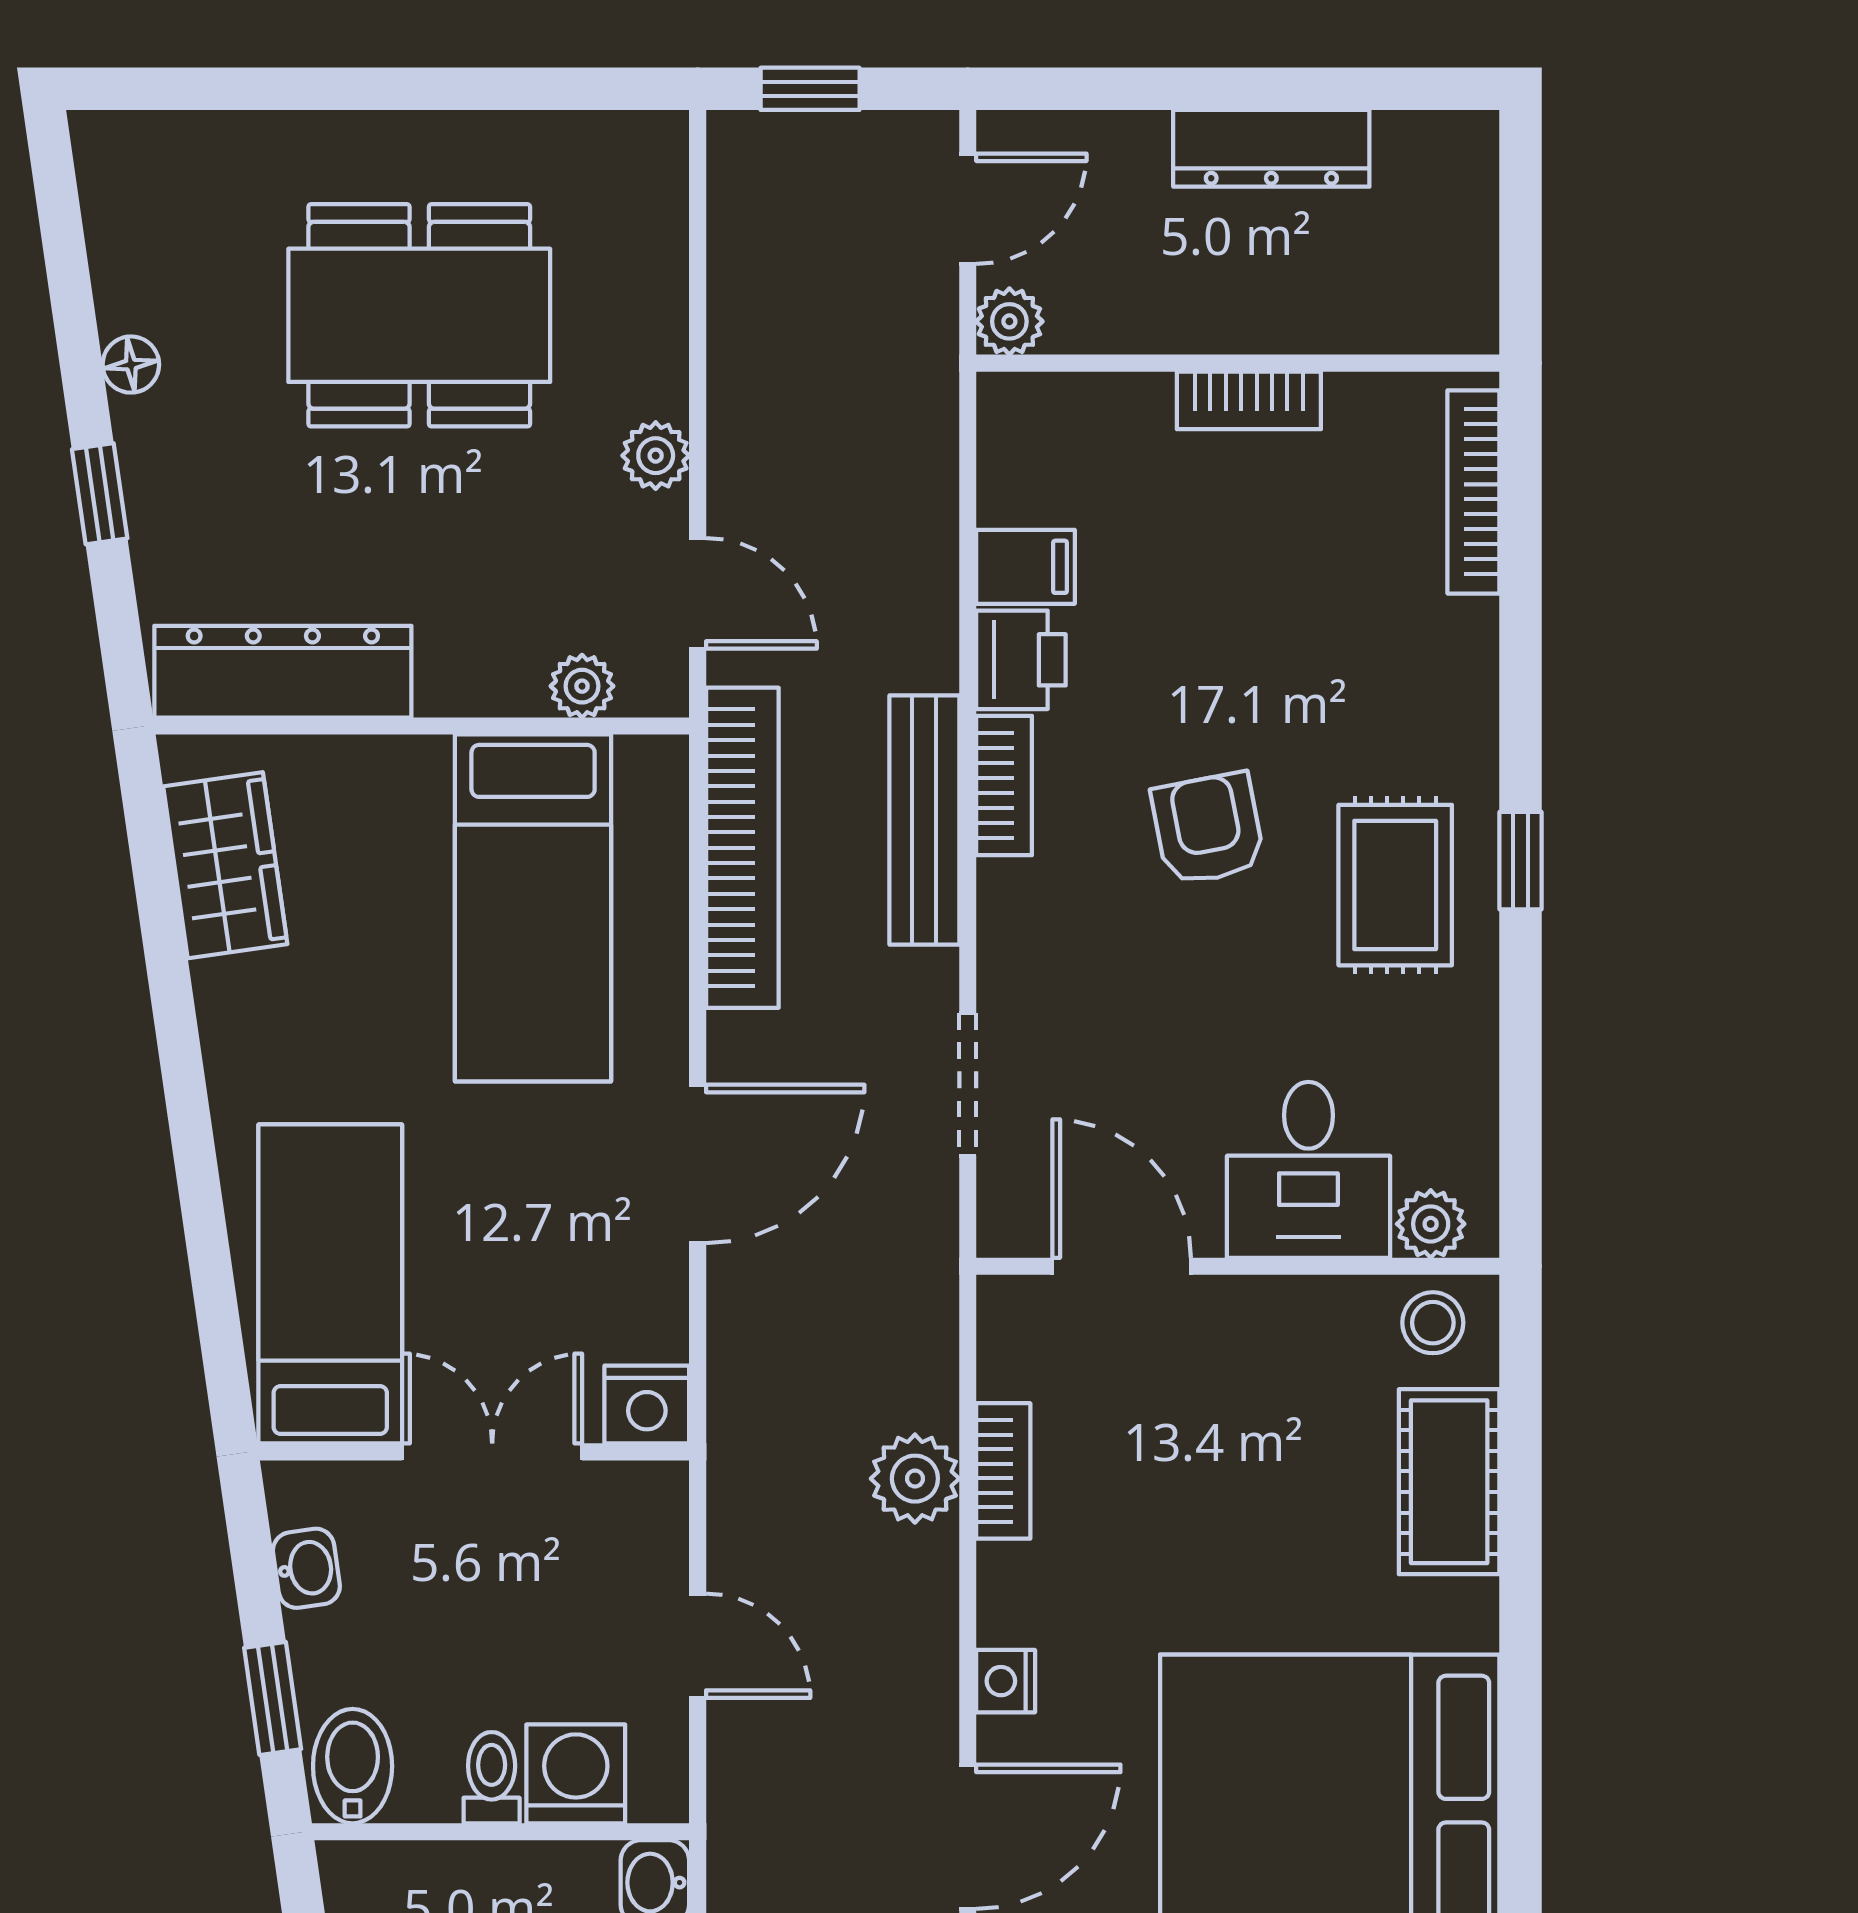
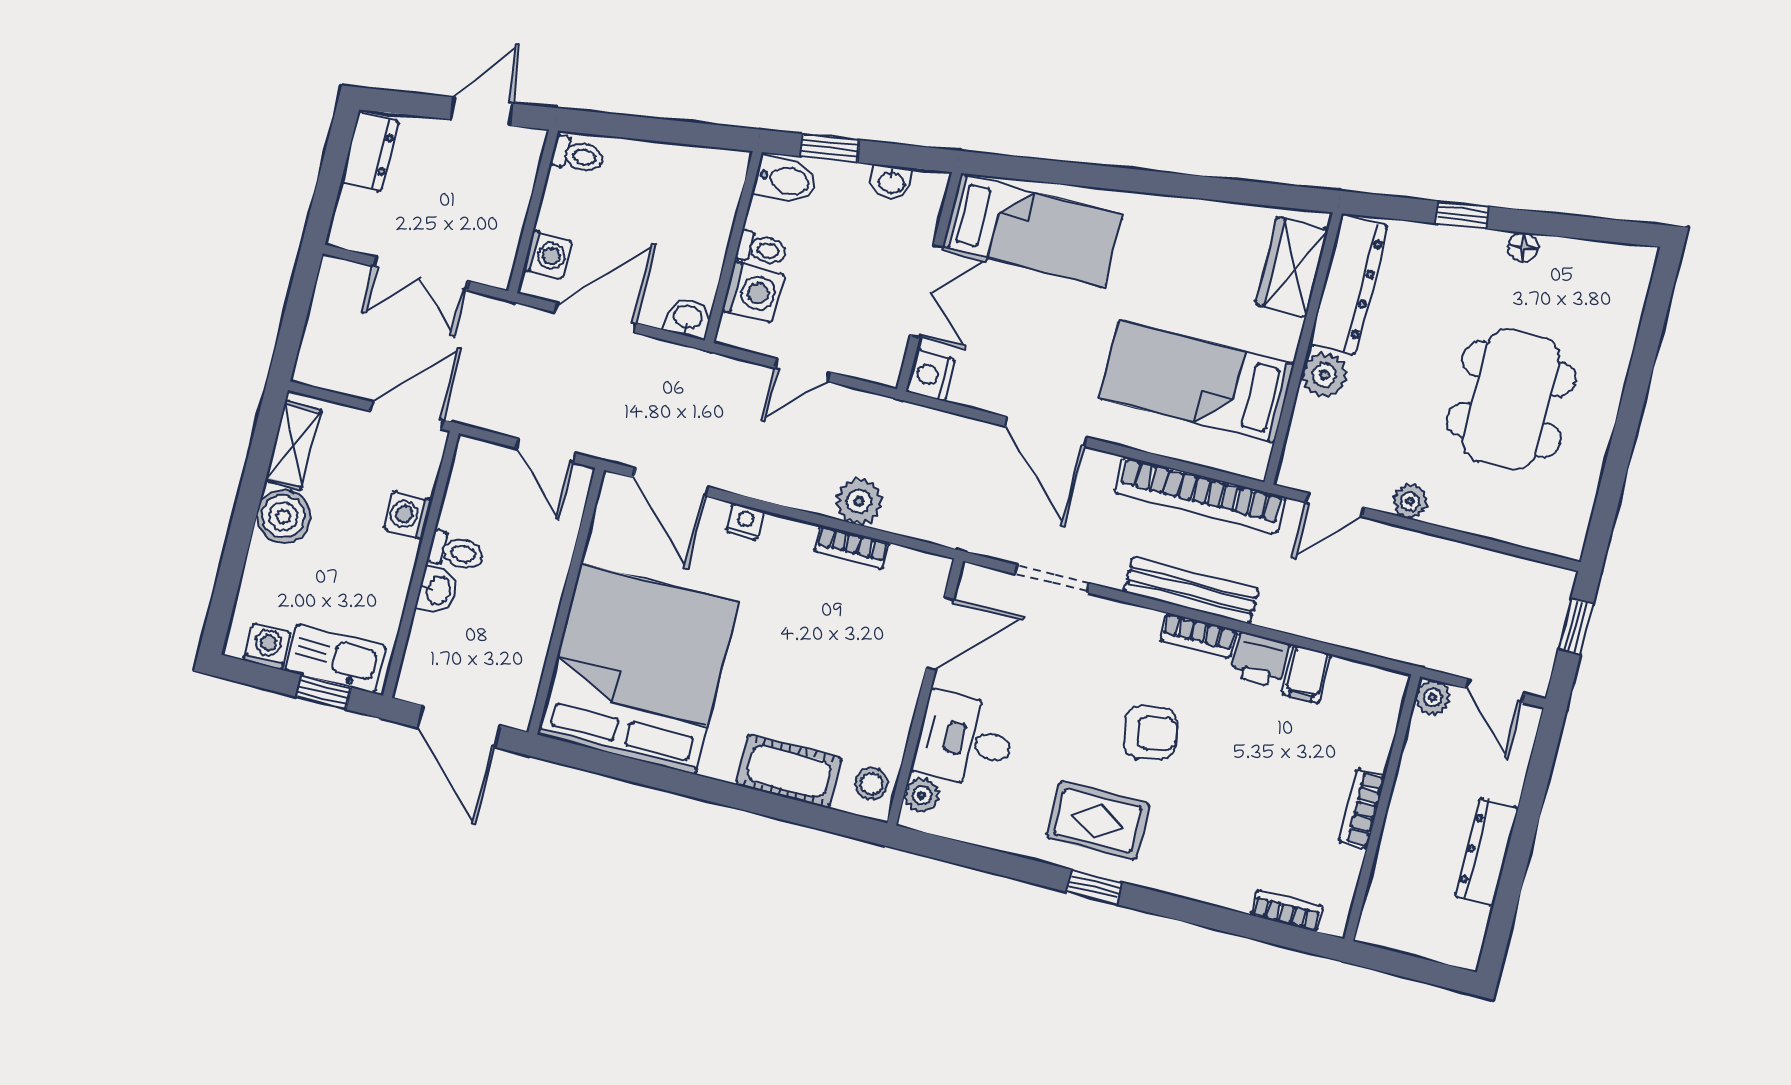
bookcase: (1473, 492) -> (1287, 910), width x0.64
plant: (582, 686) -> (1324, 375), moved, width x1.38, depth x1.38
wardrobe: (225, 865) -> (1292, 267), moved, turned 98

